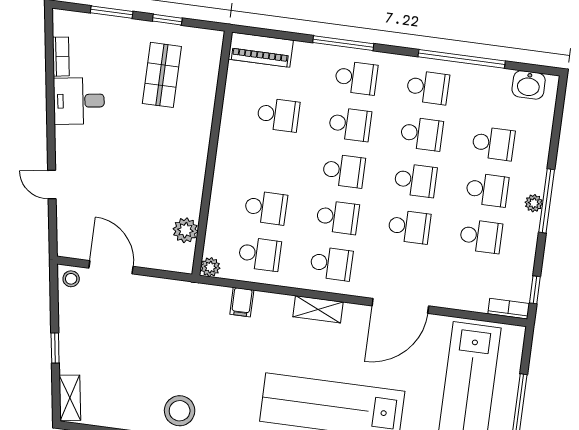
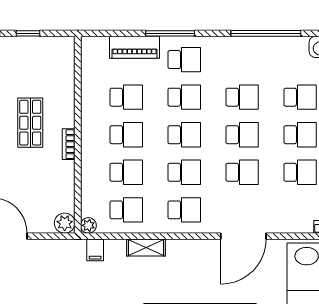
piano: (261, 50) -> (135, 47), moved
shop shelf: (162, 75) -> (30, 123), moved
school desk: (428, 87) -> (126, 135), moved
bookcase: (199, 163) -> (69, 144), added
plant: (185, 230) -> (65, 223), moved
filing cabinet: (242, 302) -> (95, 250), moved
shelving: (318, 309) -> (146, 248), moved

